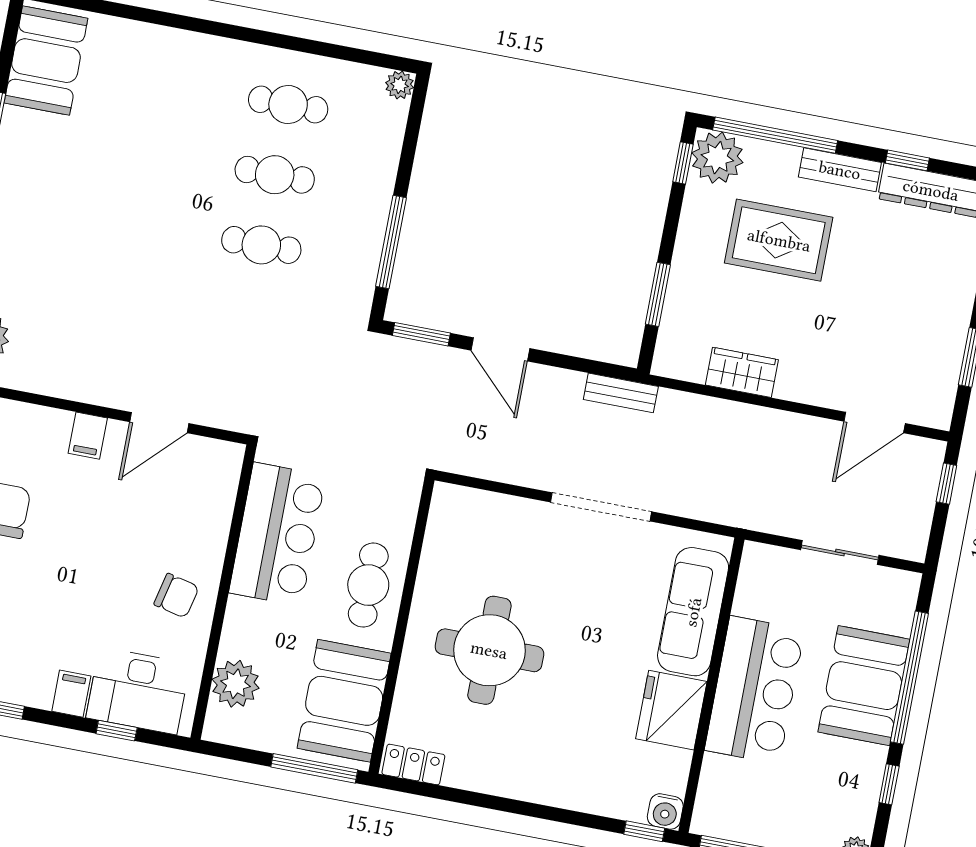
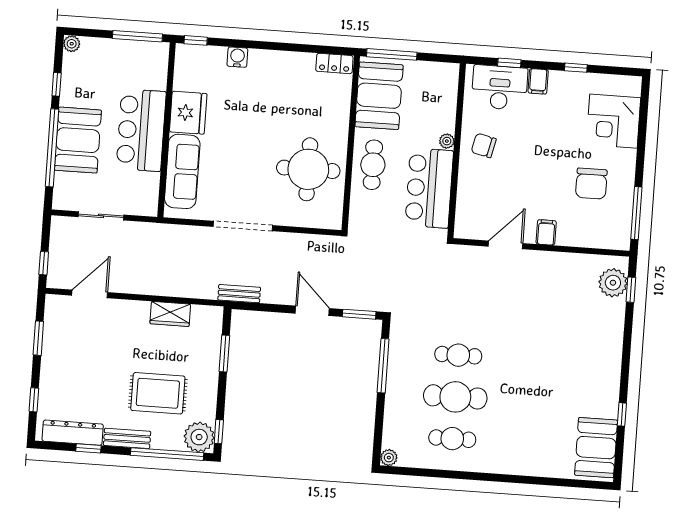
cafe table: (275, 175) -> (455, 397), width x1.37, depth x1.35
round table: (489, 650) -> (308, 169), moved
plant: (236, 684) -> (447, 141), moved, width x0.53, depth x0.53
water cooler: (665, 811) -> (237, 57), moved

